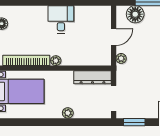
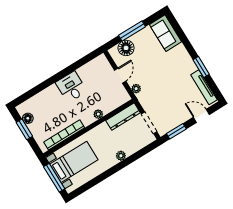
plant: (56, 61) -> (98, 114), moved

